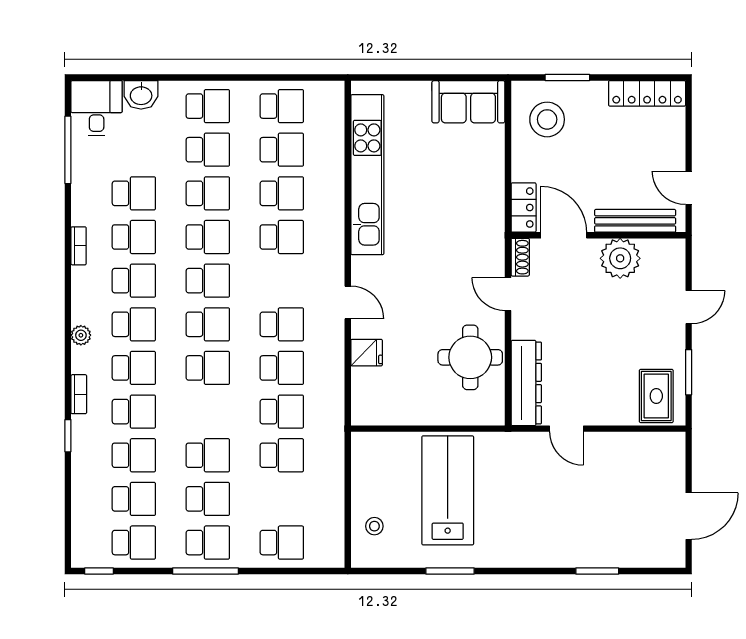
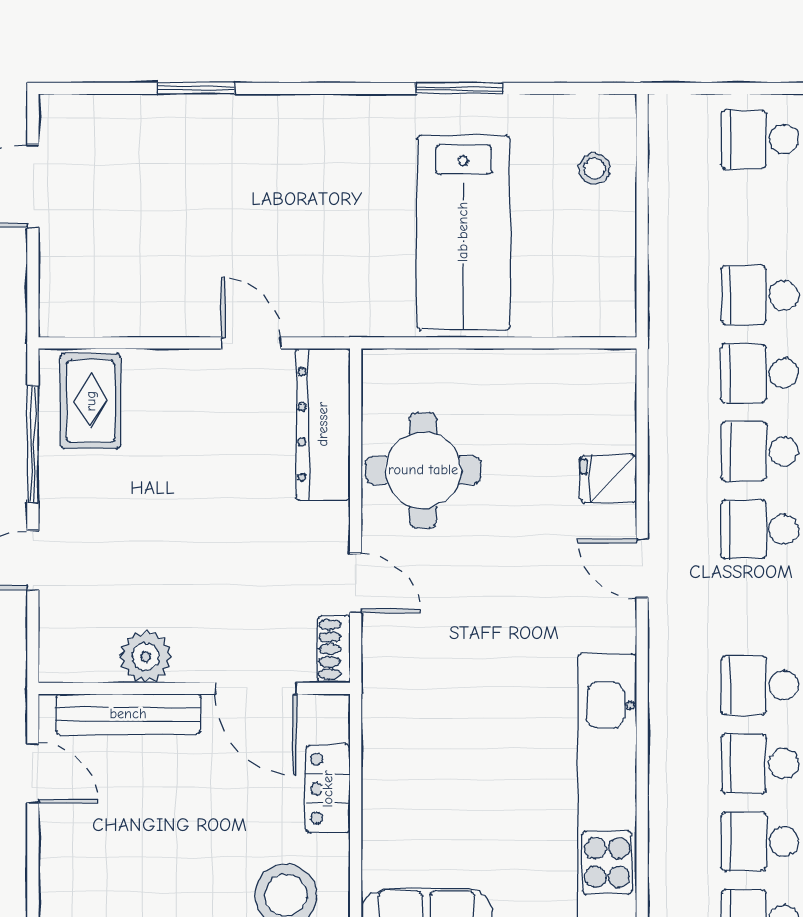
locker: (524, 208) -> (328, 789), moved
plant: (620, 258) -> (146, 657), width x0.73, depth x0.73
window: (689, 372) -> (33, 444), width x1.44

